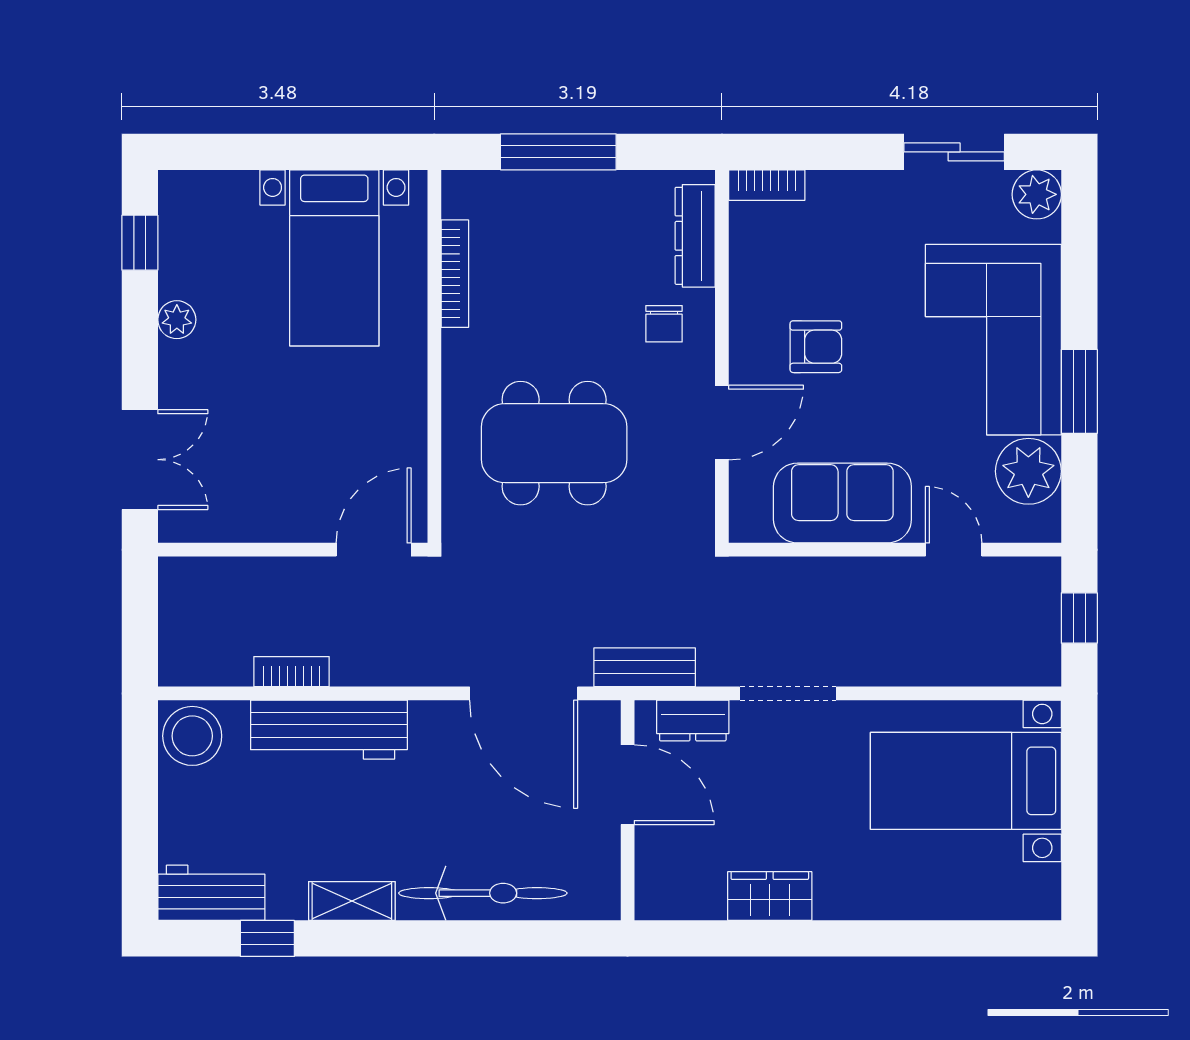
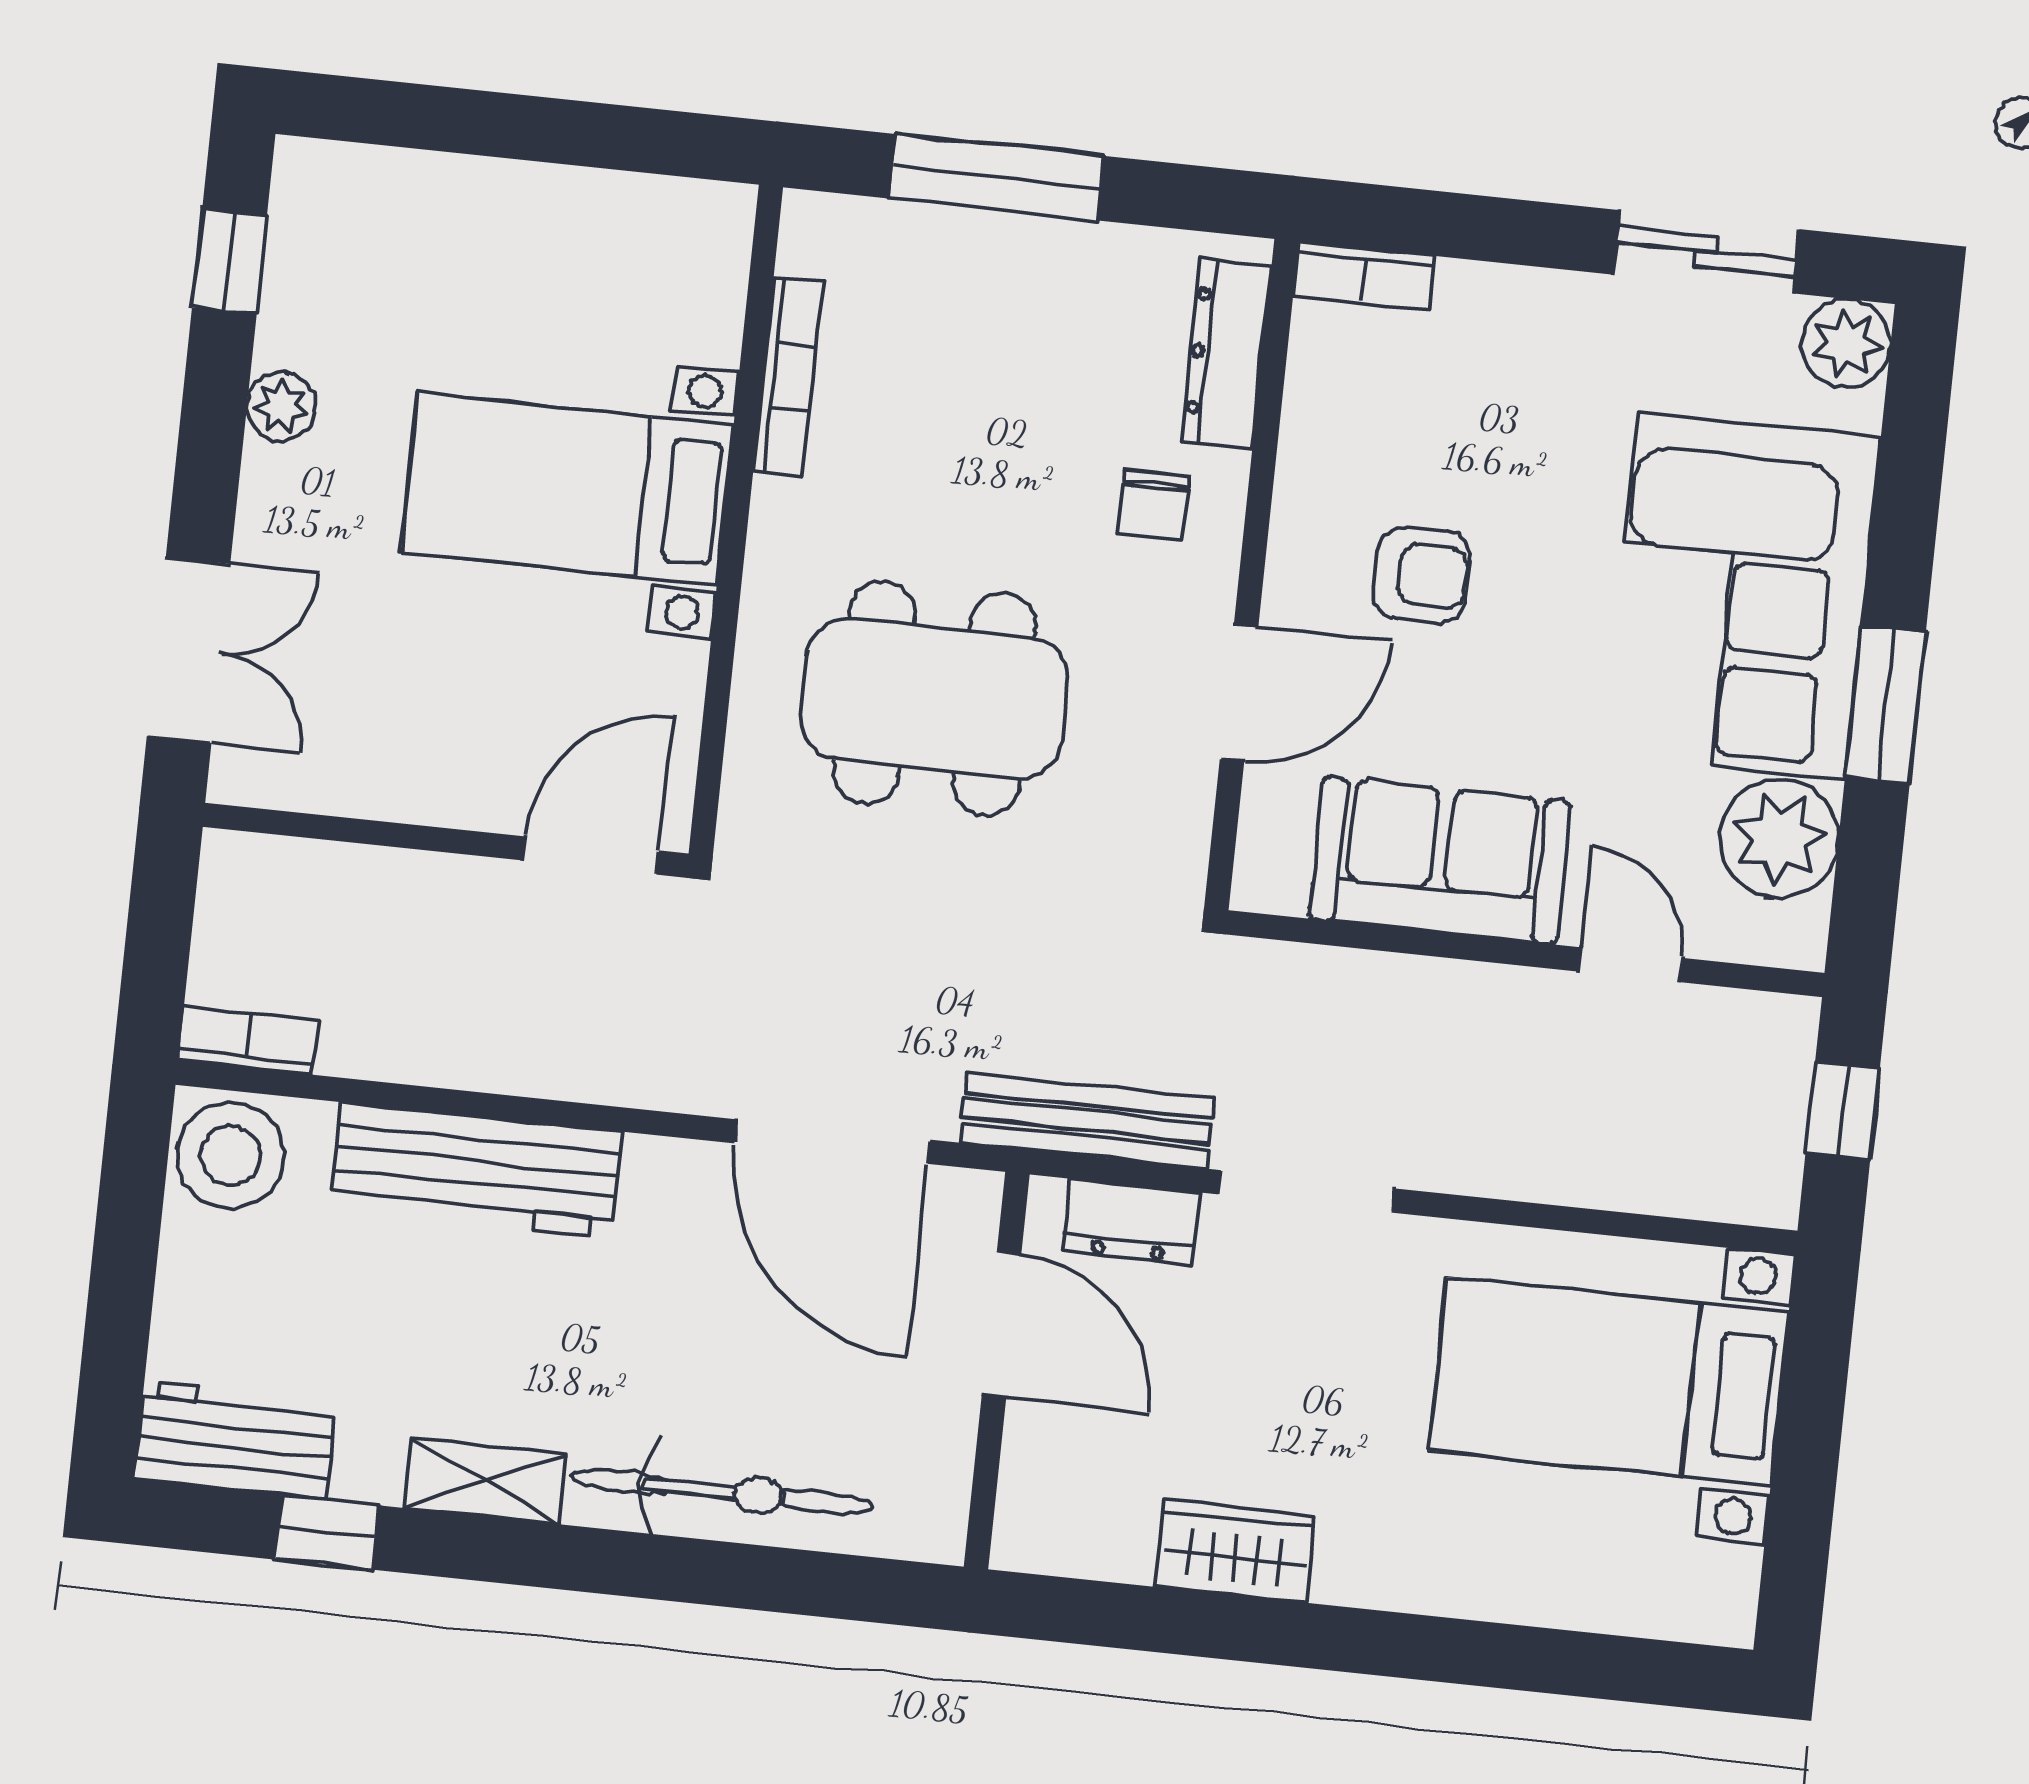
bed with nightstands: (334, 258) -> (567, 488), moved, turned 90
bench: (645, 667) -> (1087, 1121), width x1.36
bookcase: (292, 672) -> (248, 1041), moved

